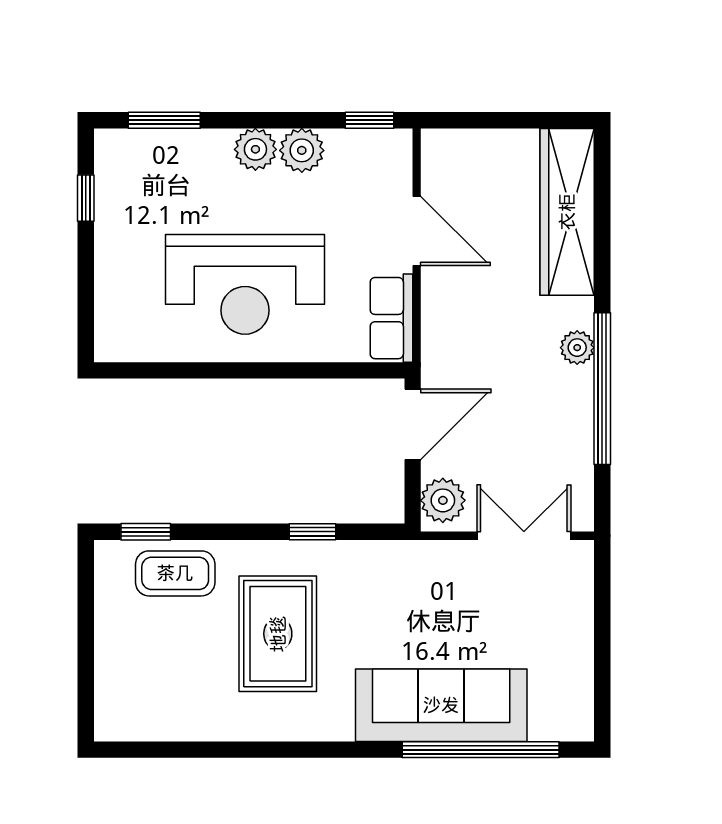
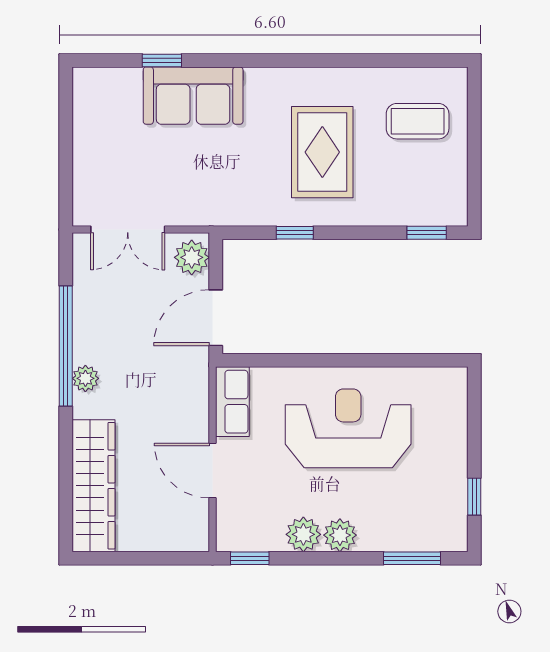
coffee table: (175, 573) -> (418, 121), moved
sofa: (441, 705) -> (193, 96), width x0.73
window: (481, 750) -> (162, 60), width x0.32

